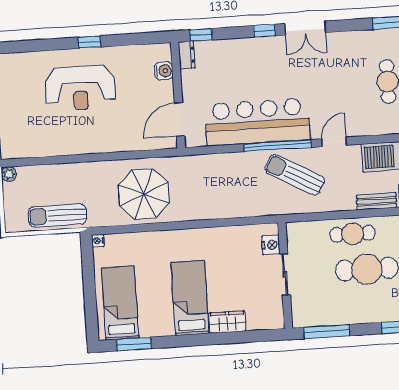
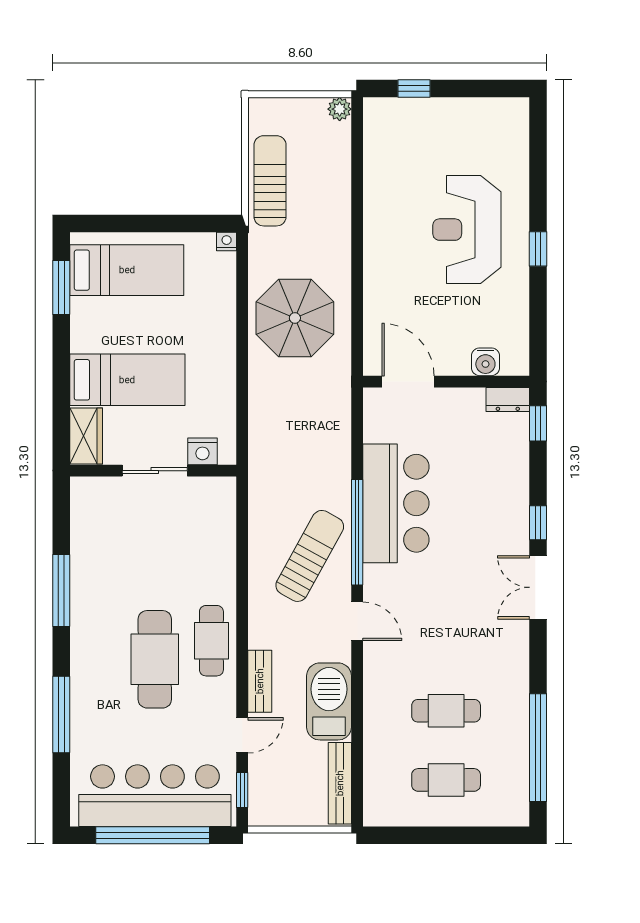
bar counter: (258, 122) -> (396, 503), width x0.73
nightstand: (271, 245) -> (202, 451), moved
sliding door: (285, 274) -> (155, 471), moved
wall: (285, 275) -> (153, 471), moved

